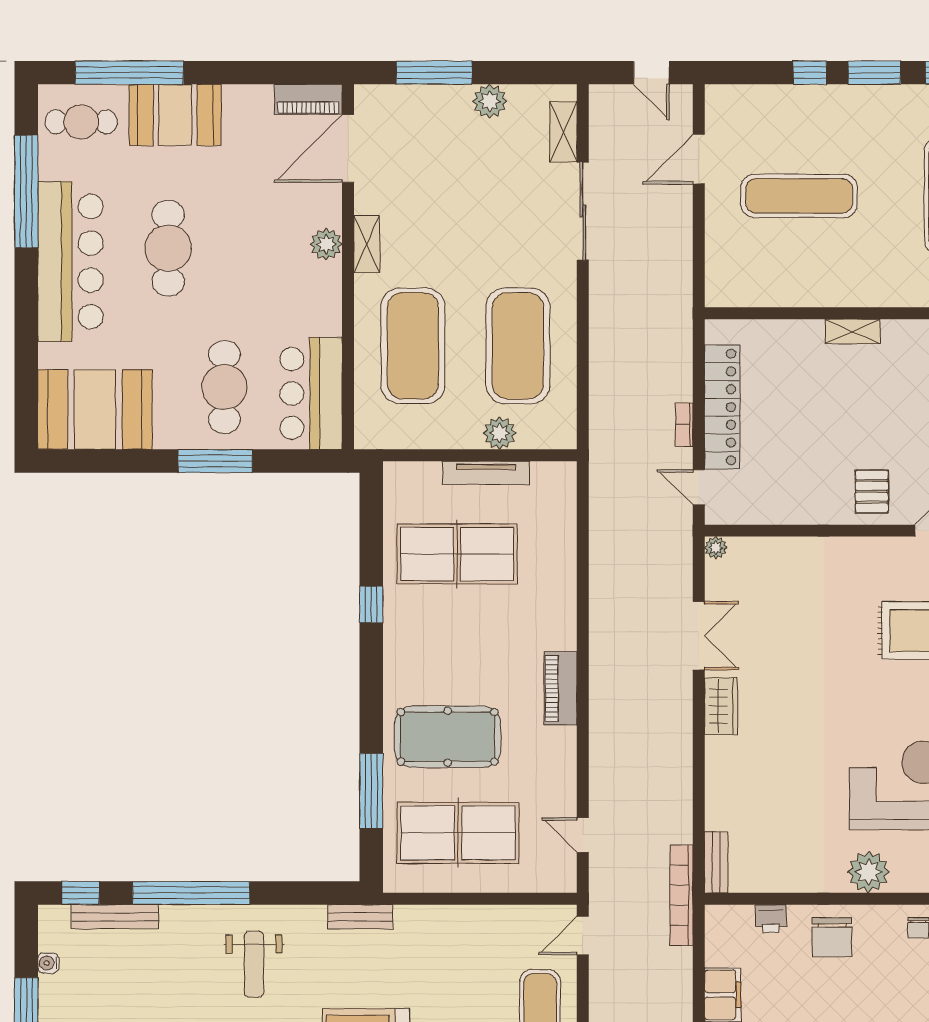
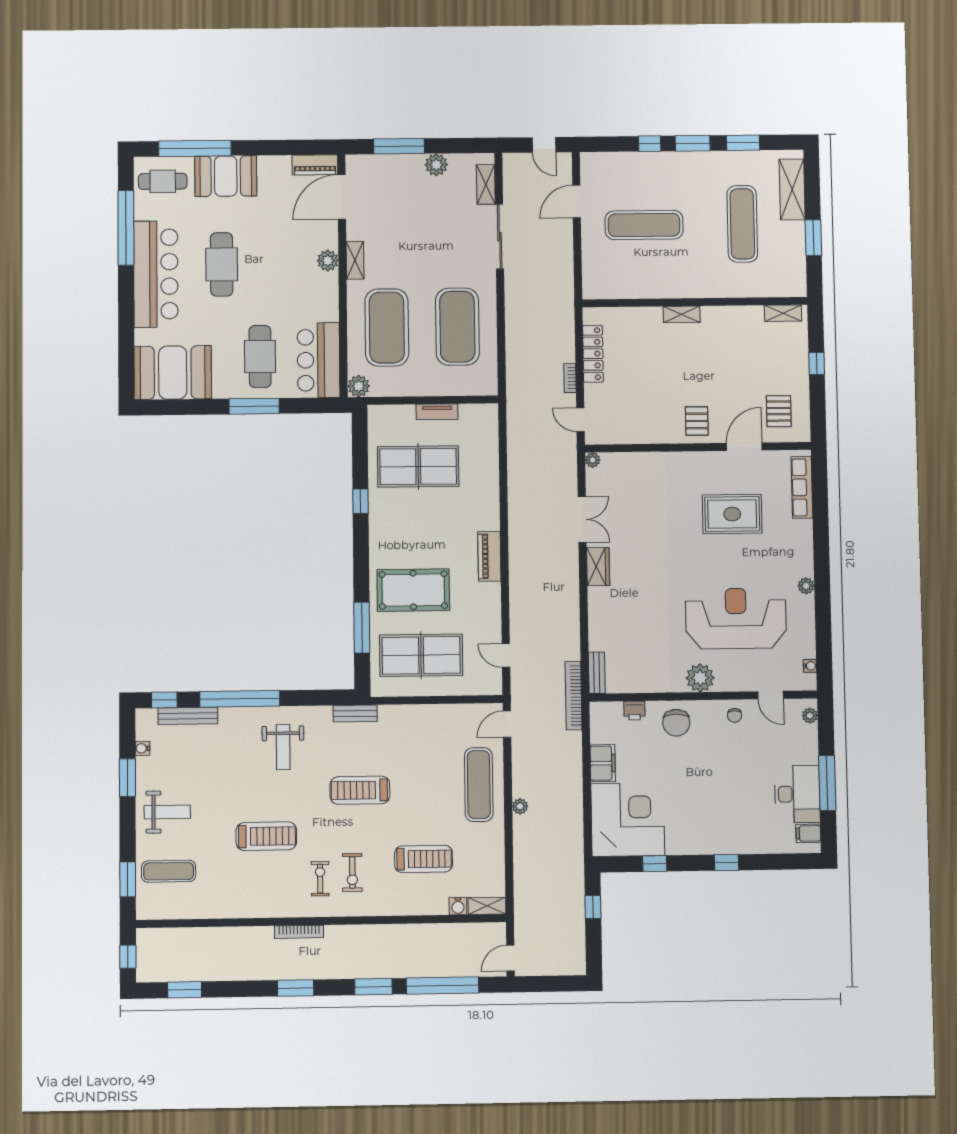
locker: (722, 407) -> (593, 354), width x0.71, depth x0.83
plant: (500, 433) -> (359, 386), moved
tv unit: (486, 473) -> (437, 412), width x0.71

